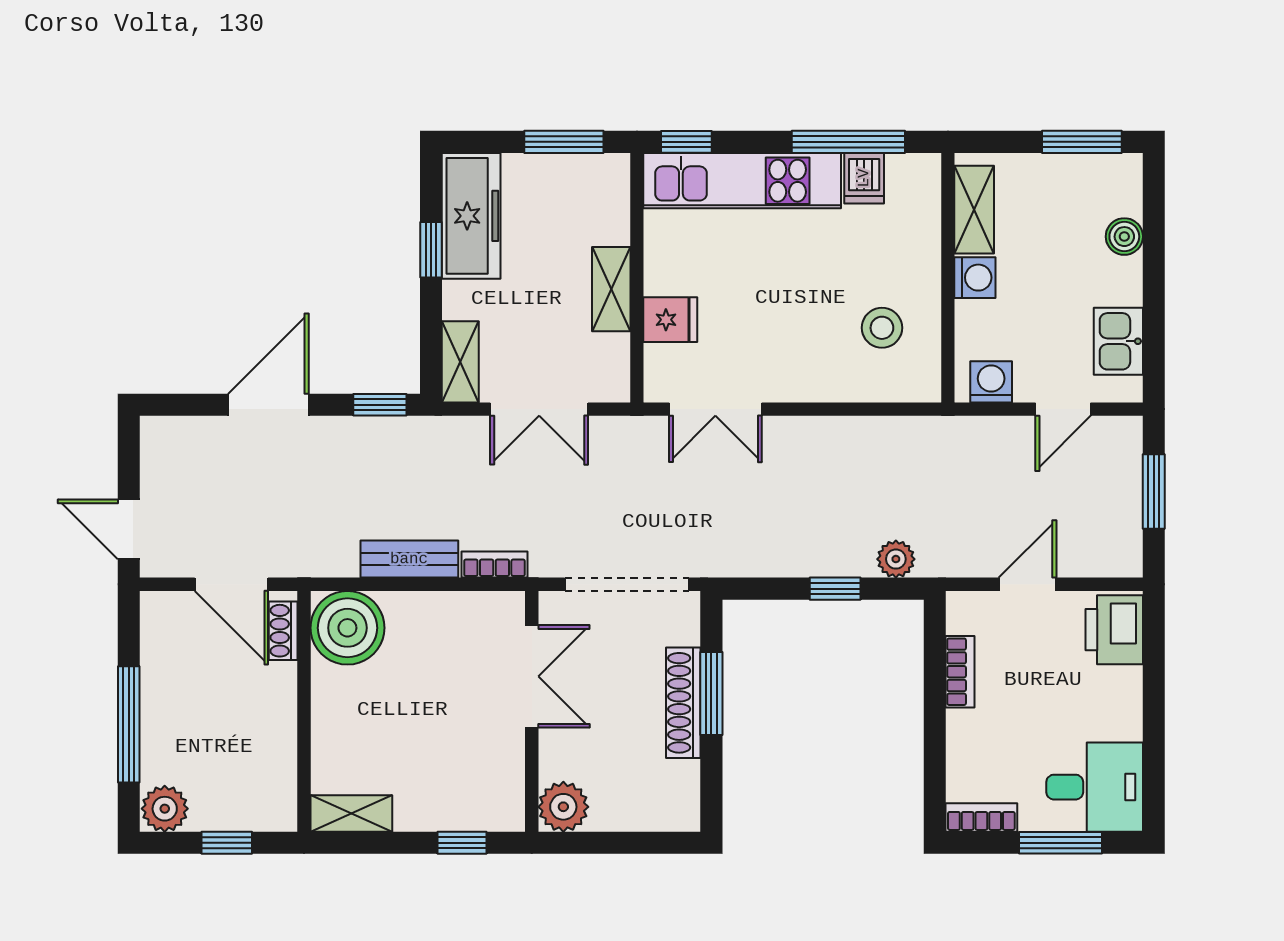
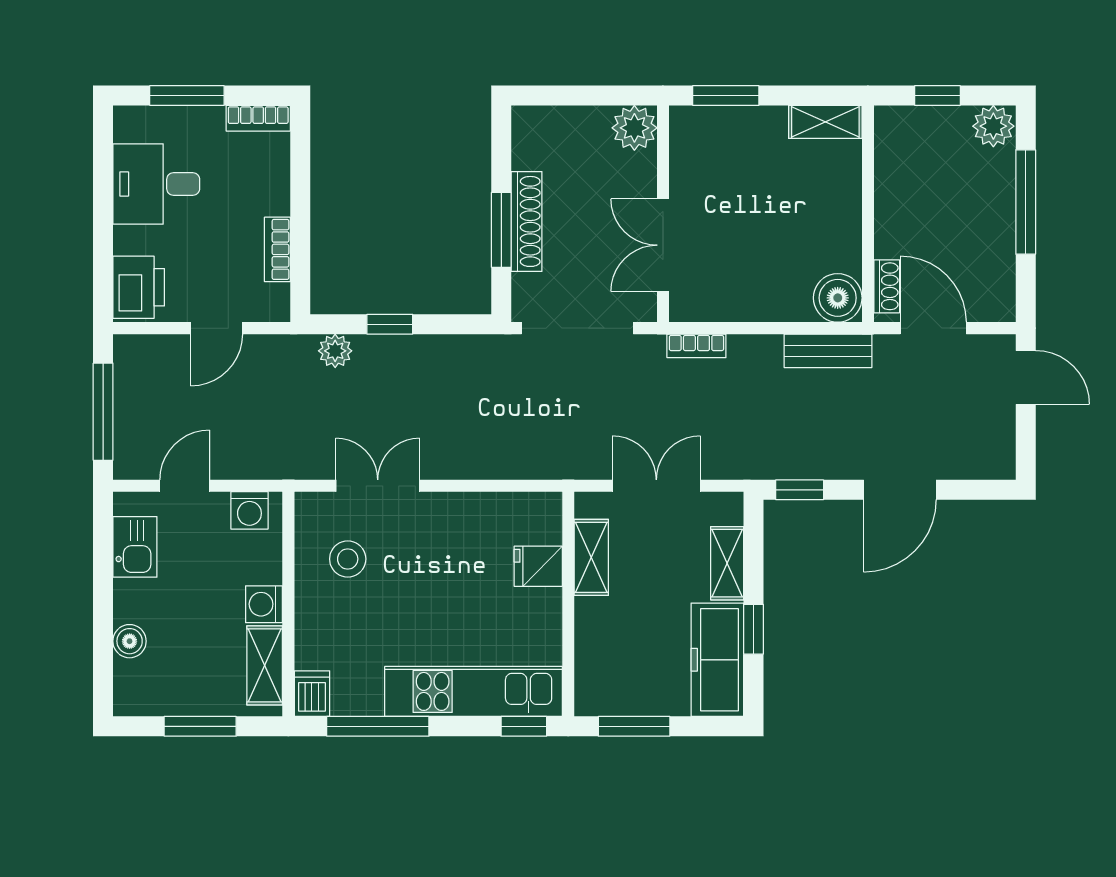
window: (1082, 142) -> (200, 726), moved
dishwasher: (864, 178) -> (312, 694), moved
shelving: (611, 289) -> (591, 557), moved
shelving: (460, 362) -> (727, 563), moved
double door: (715, 409) -> (378, 486), moved
window: (1154, 491) -> (103, 412), width x1.44
bench: (409, 559) -> (828, 351), moved
boiler: (347, 628) -> (838, 298), width x0.73, depth x0.73
desk: (1095, 787) -> (156, 184), moved
window: (462, 843) -> (726, 95), width x1.50

